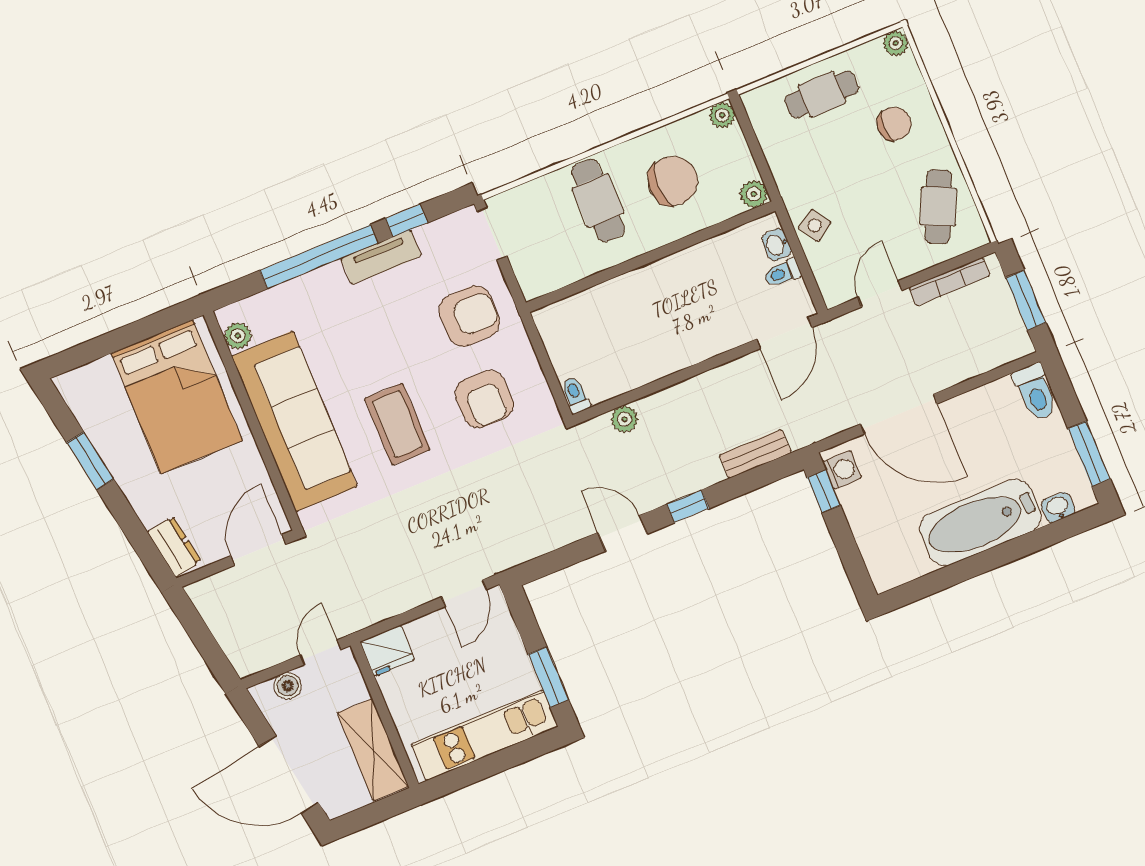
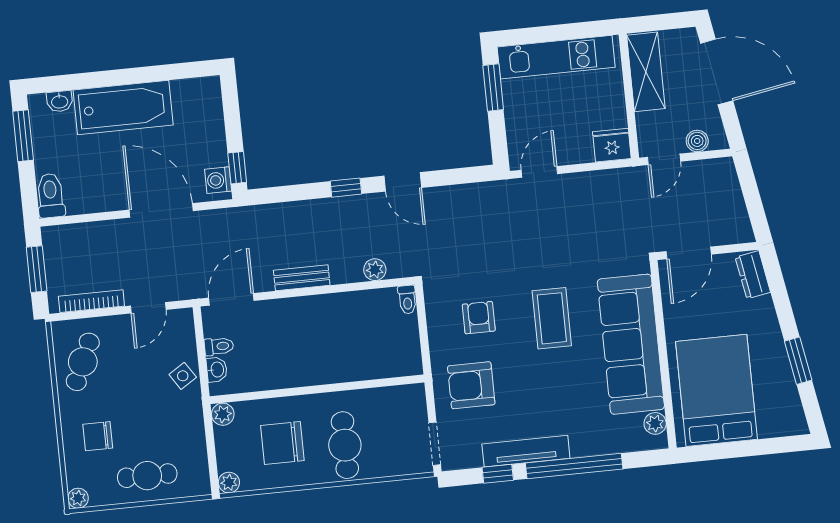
tv unit: (381, 257) -> (526, 451), width x1.41
armchair: (484, 399) -> (479, 318), width x0.72, depth x0.72
bench: (755, 454) -> (302, 278), moved

